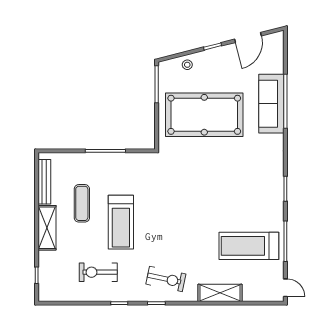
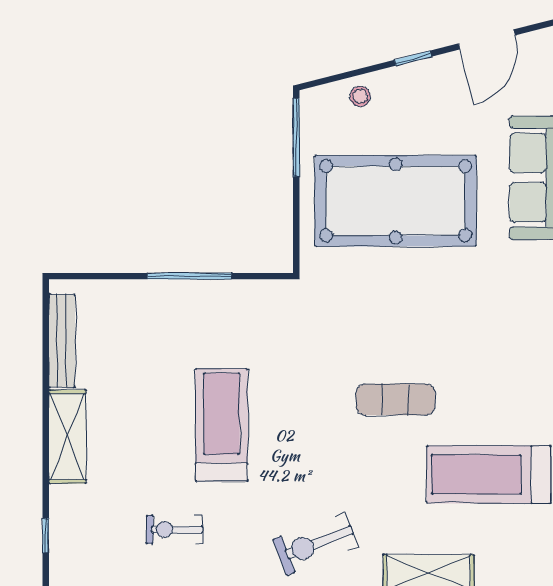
exercise mat: (82, 203) -> (396, 400), moved, turned 90
treadmill: (121, 222) -> (222, 425), turned 180
exercise bike: (98, 272) -> (174, 529), width x0.73, depth x0.72
exercise bike: (166, 279) -> (316, 544), turned 147

